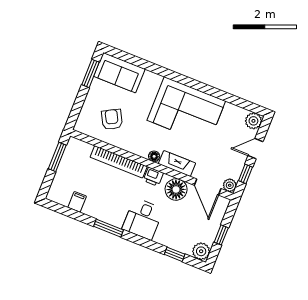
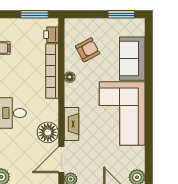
sofa: (119, 73) -> (132, 59), moved
floor lamp: (154, 156) -> (70, 77), moved
printer: (153, 177) -> (51, 35), moved

